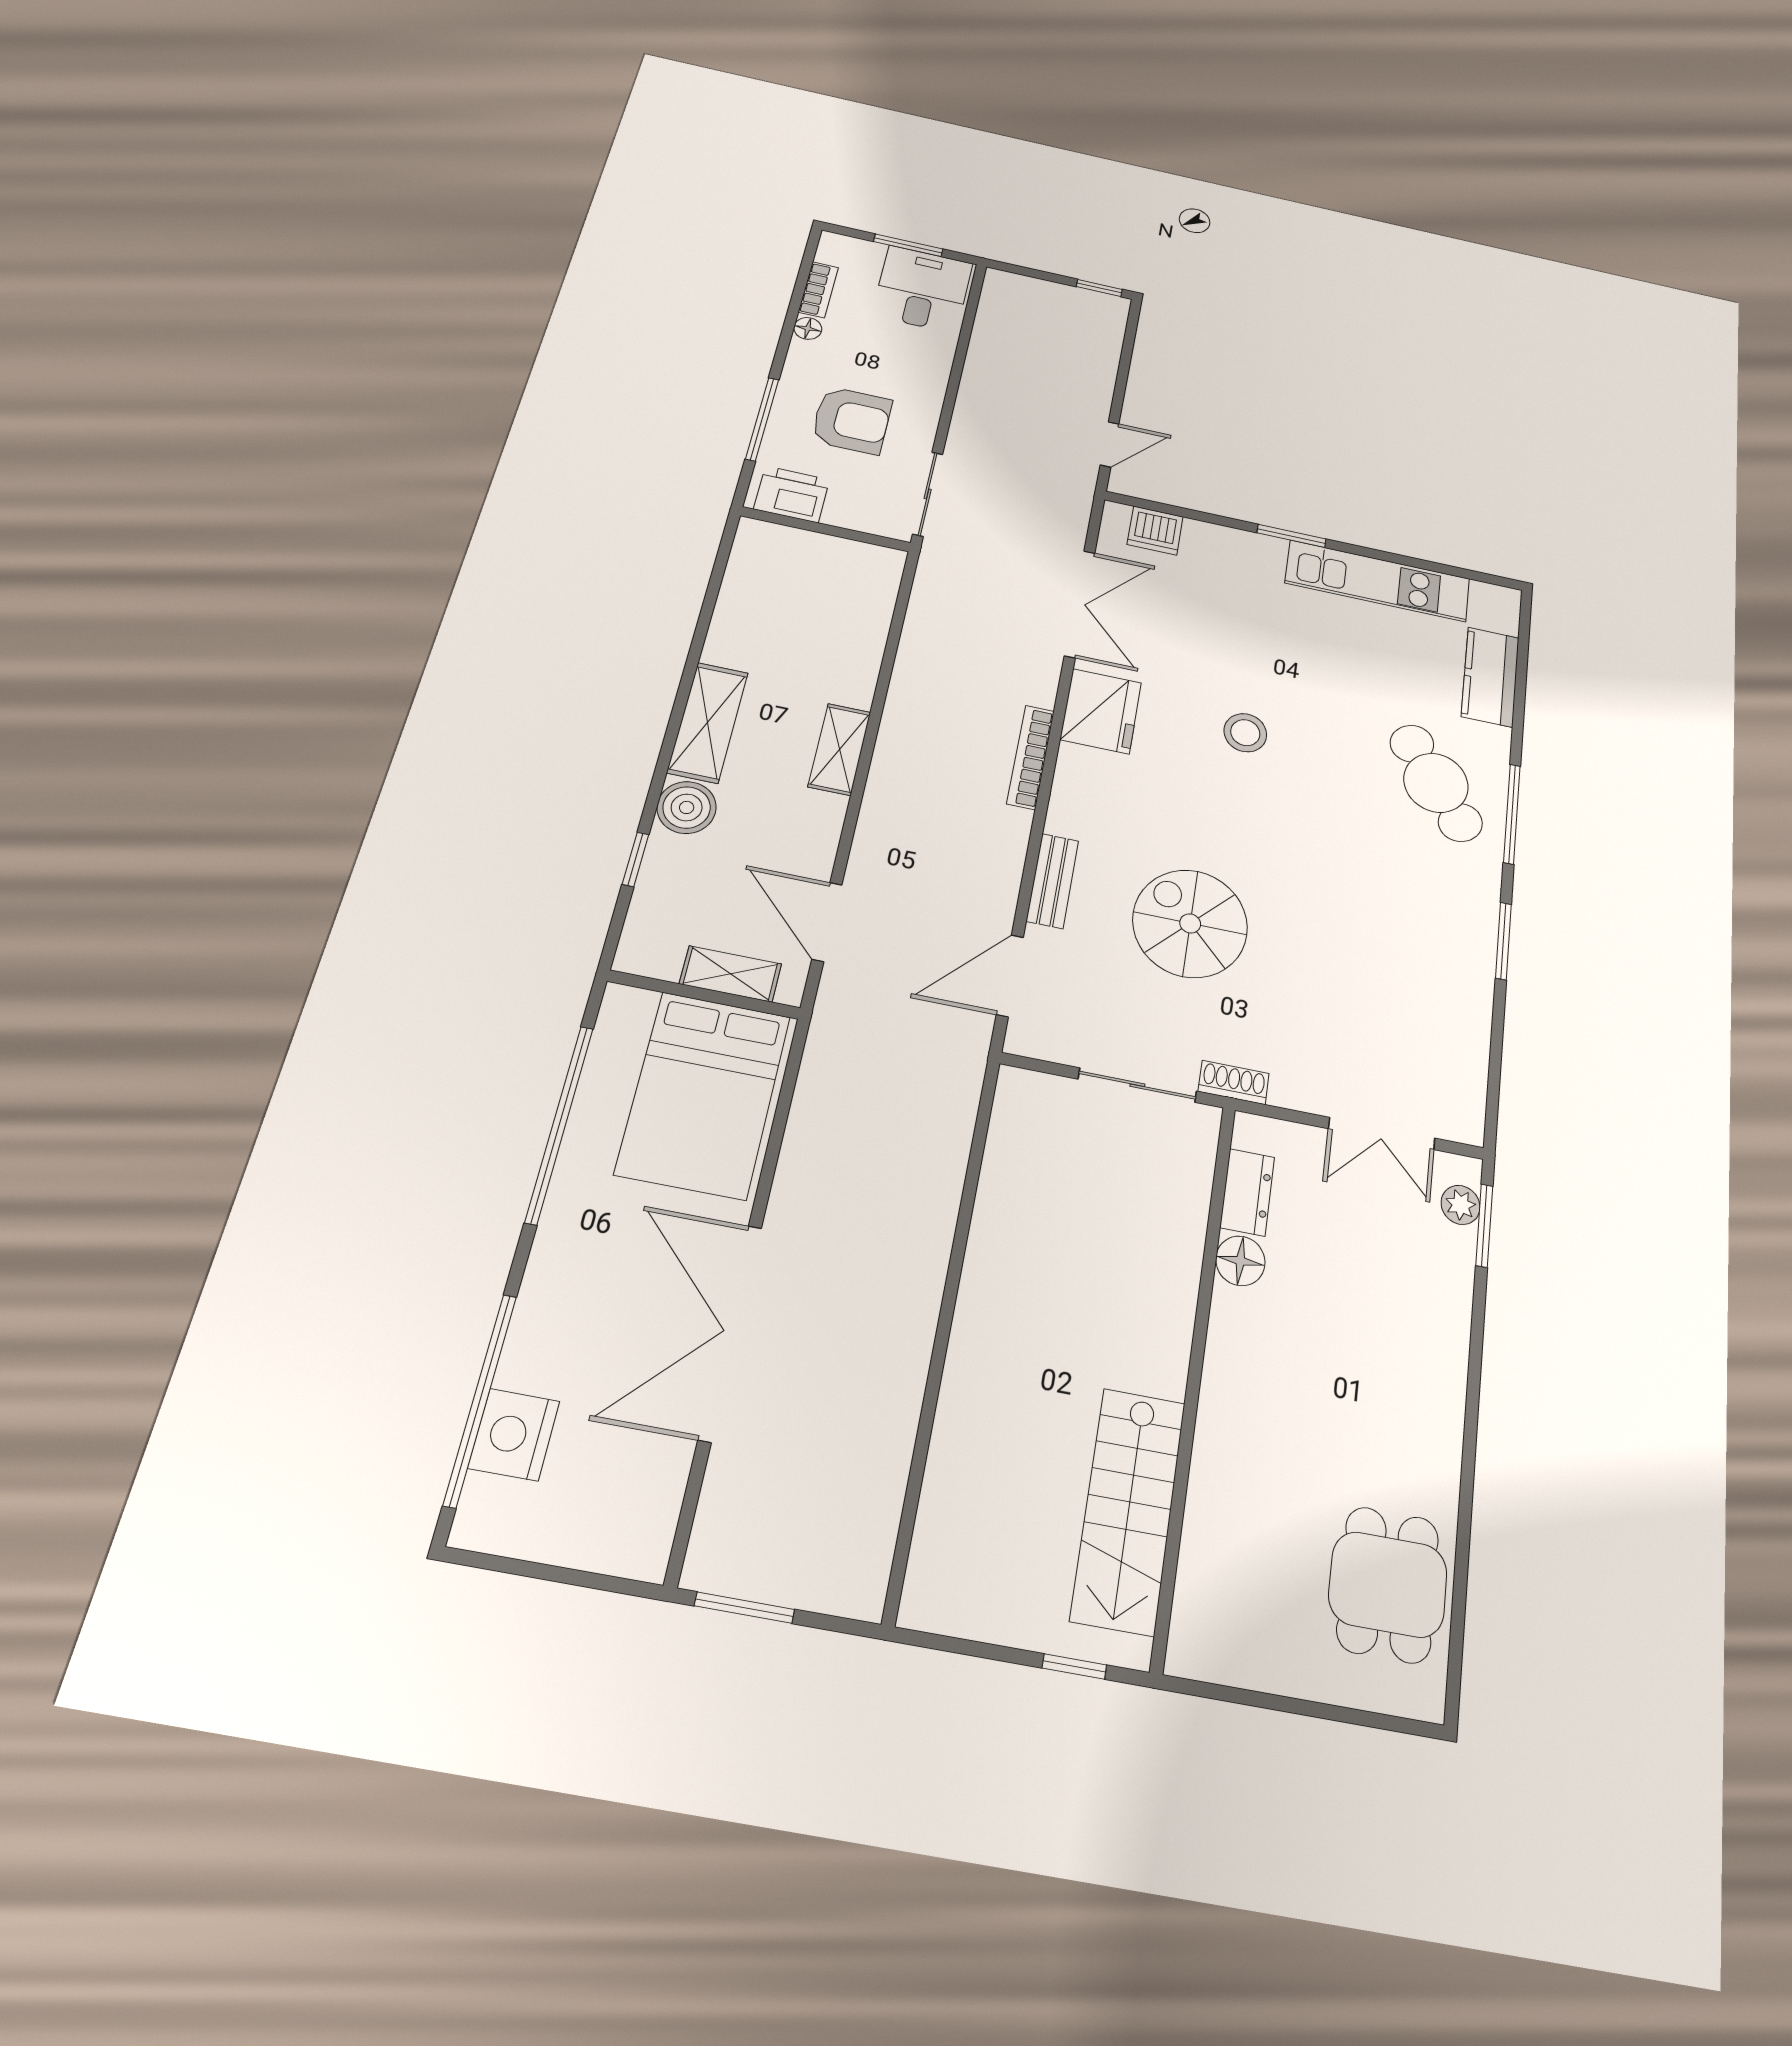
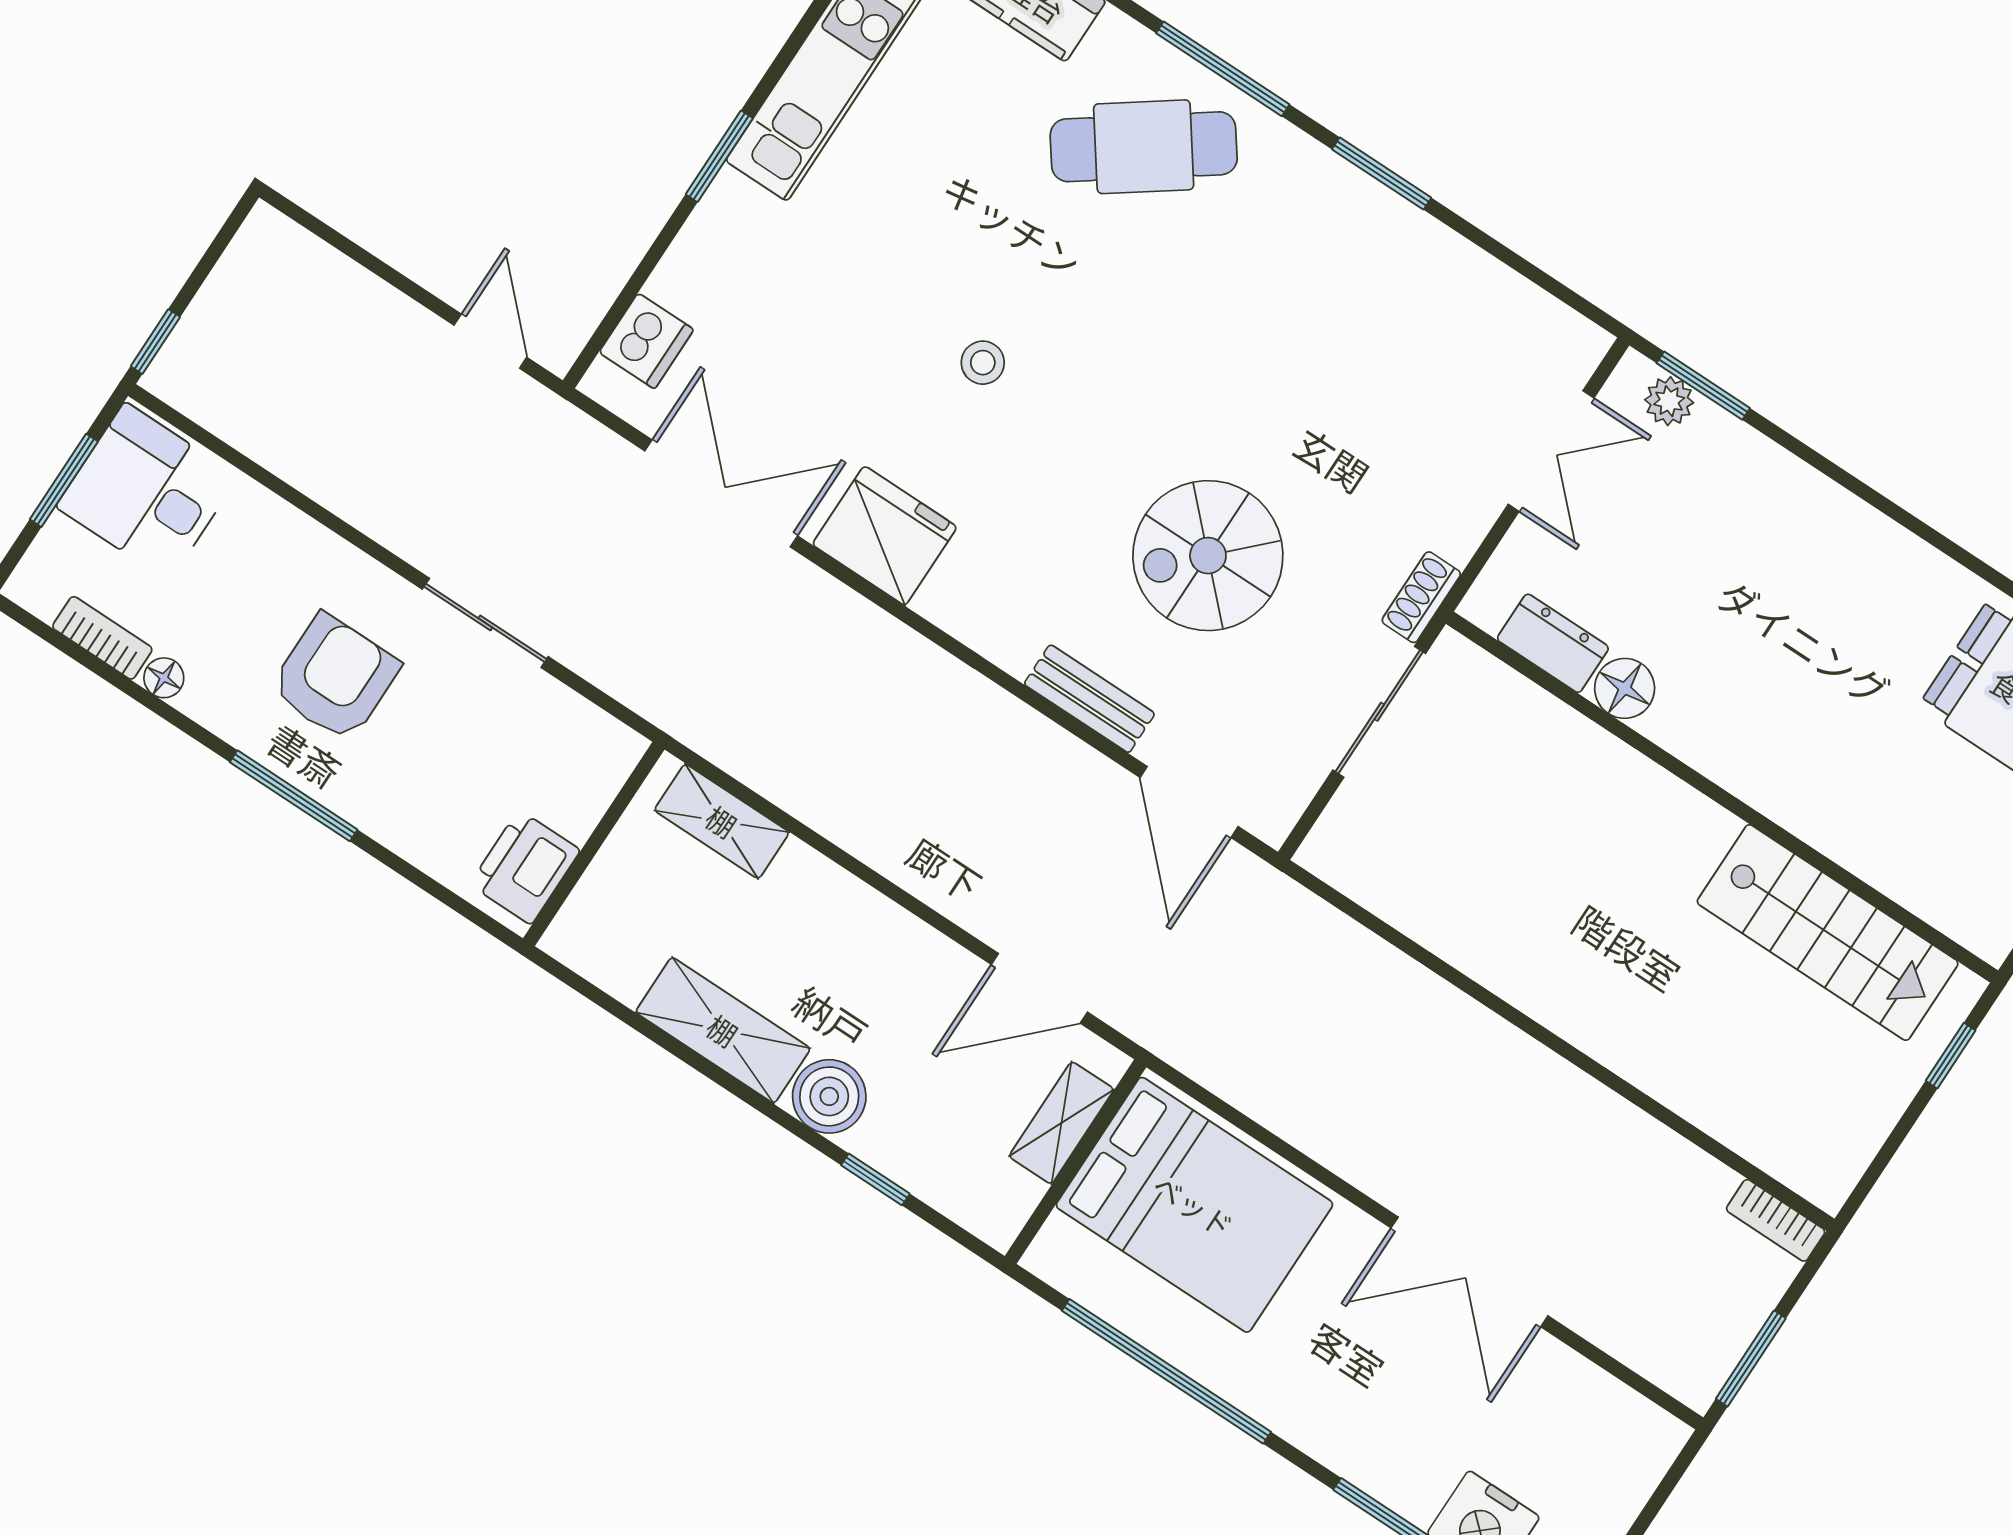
window: (1099, 288) -> (155, 342), moved
printer: (792, 494) -> (525, 867), moved
wall: (826, 529) -> (594, 844), moved
stool: (1245, 733) -> (983, 363), width x0.73, depth x0.73
shelving: (839, 749) -> (722, 821), moved
bookcase: (1031, 757) -> (1776, 1220), moved, width x0.64
double door: (730, 1332) -> (1470, 1272), width x0.73

